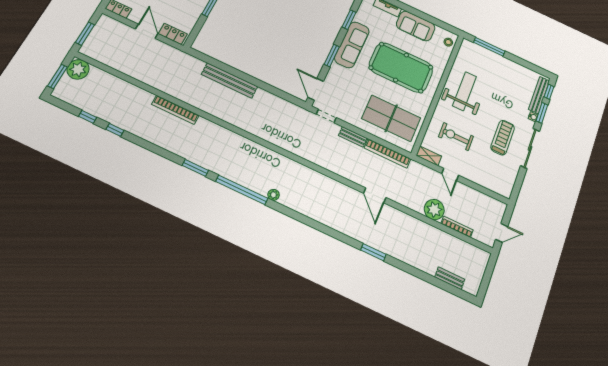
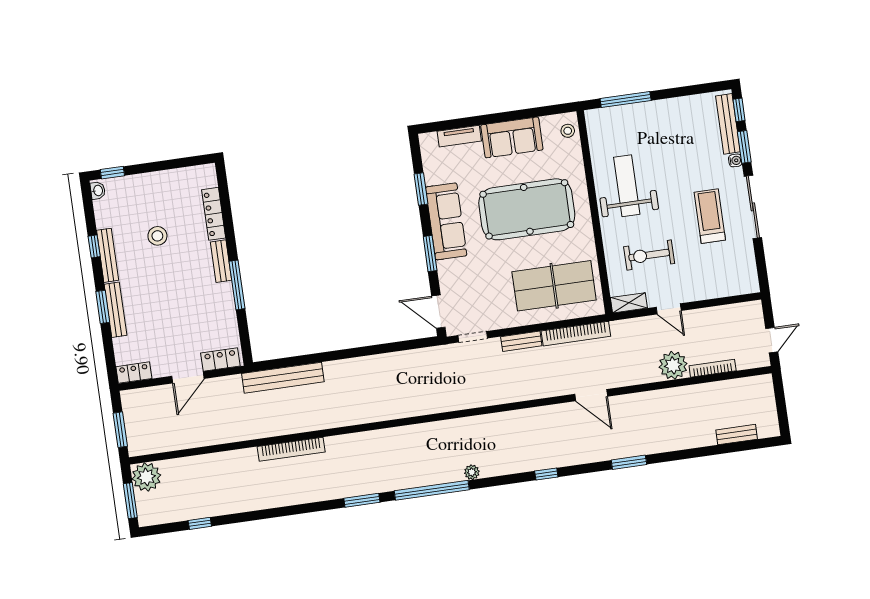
door: (147, 31) -> (188, 377), swing flipped
bench: (230, 80) -> (283, 378), moved
window: (115, 130) -> (546, 474), moved

